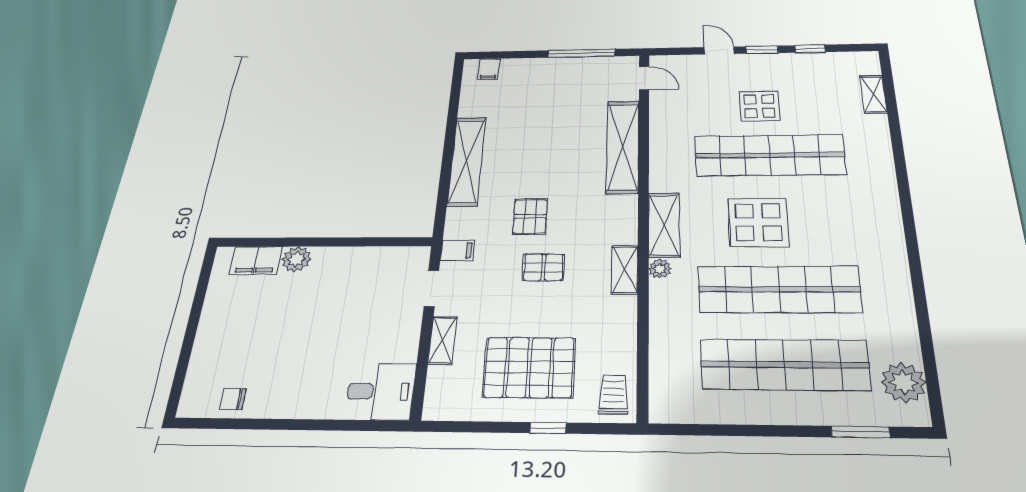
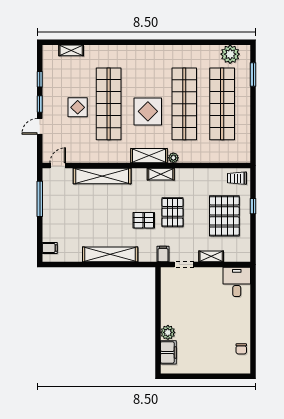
pallet: (543, 267) -> (172, 212), width x1.50, depth x1.42
shelving: (625, 270) -> (161, 174), moved

